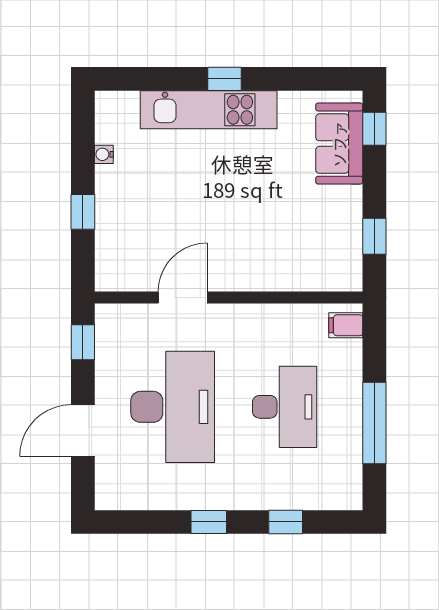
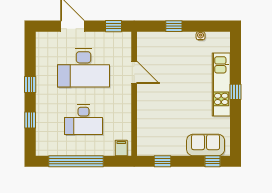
window: (374, 423) -> (76, 161), width x1.46

